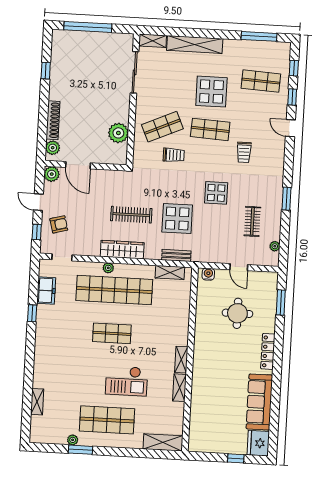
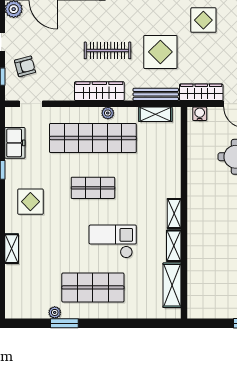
bench: (176, 255) -> (156, 94), width x1.36
wardrobe: (211, 256) -> (201, 92), added
plant: (108, 268) -> (108, 113), moved
display table: (57, 342) -> (30, 202), added
checkout: (126, 381) -> (113, 241), turned 180
shelving: (37, 402) -> (12, 249), moved
shelving: (163, 442) -> (172, 285), moved, turned 90

